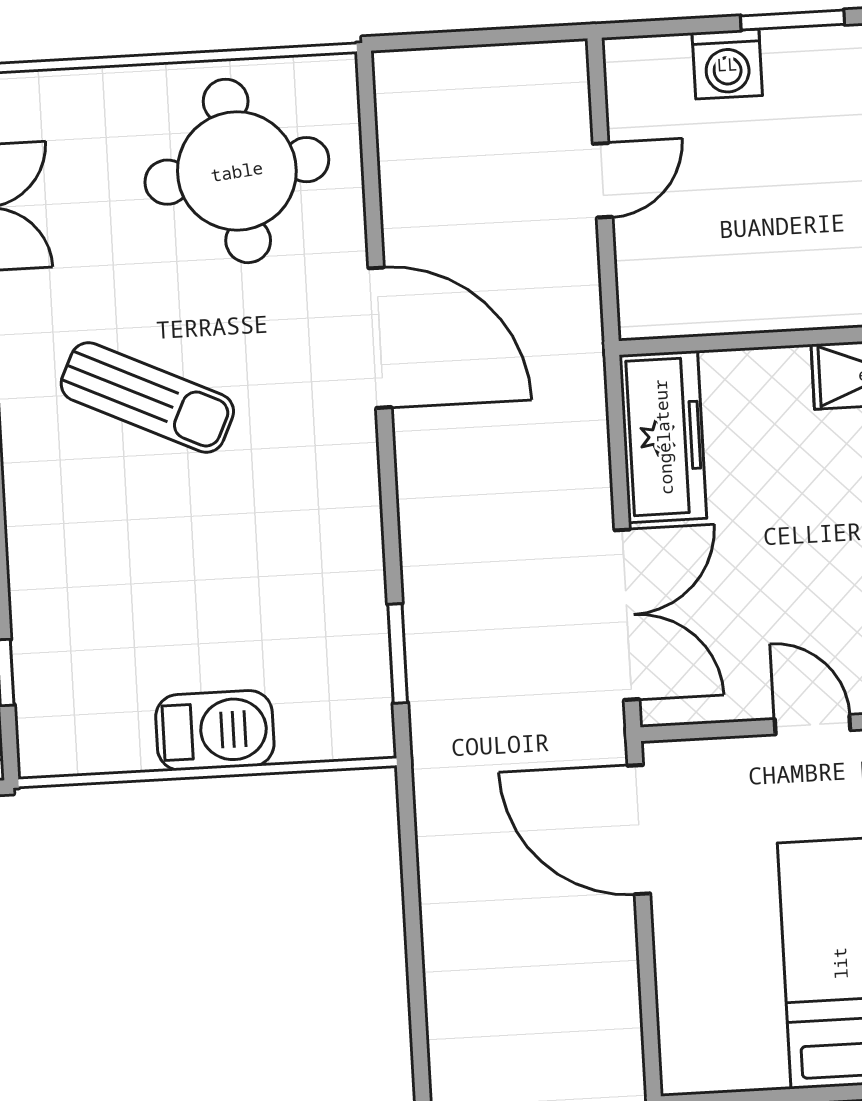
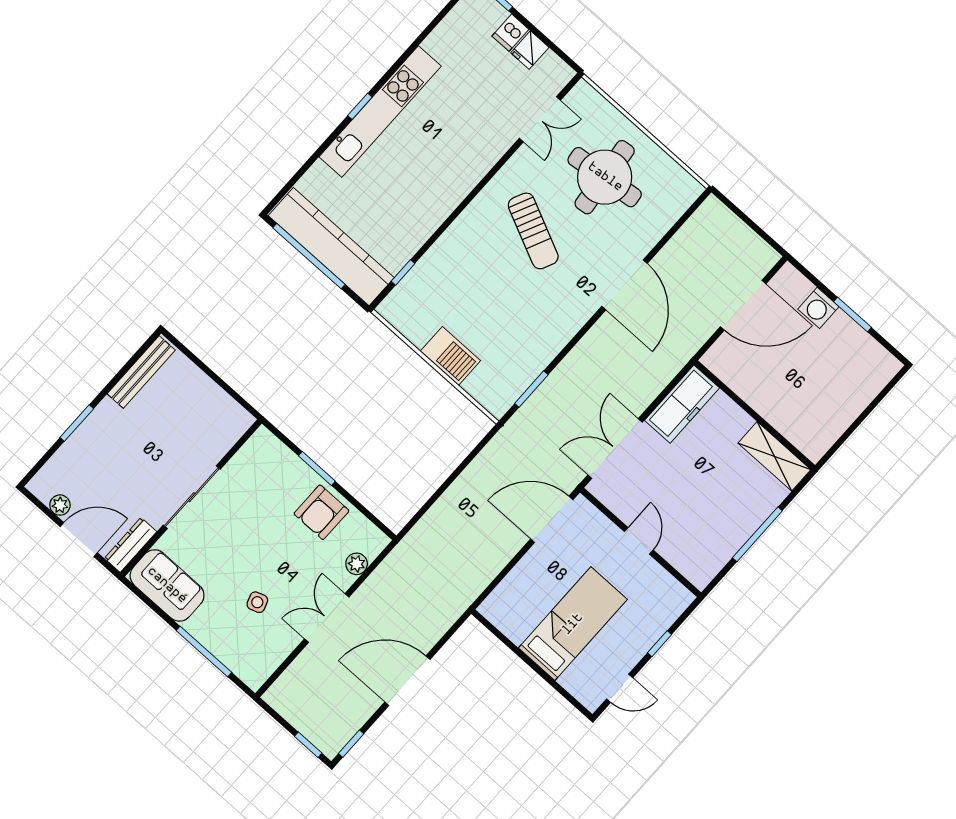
round table: (237, 171) -> (605, 177), moved
door: (603, 180) -> (743, 305), width x1.88
double door: (627, 615) -> (615, 448), swing flipped
door: (639, 830) -> (552, 519), hinge flipped

